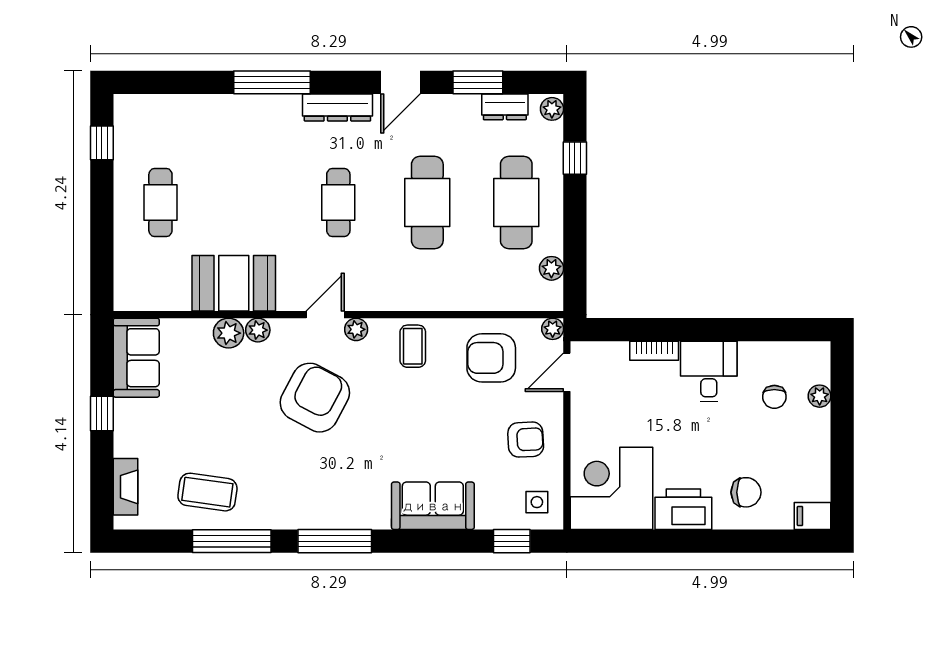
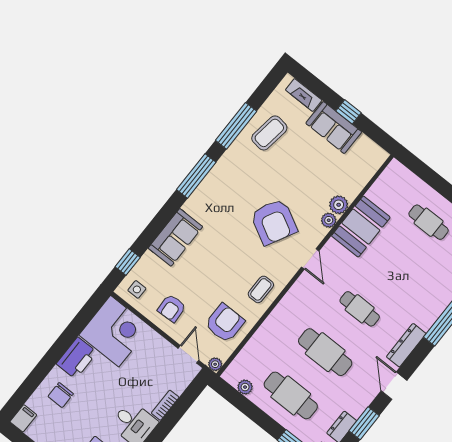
plant: (356, 329) -> (291, 268), removed
coffee table: (413, 346) -> (261, 289), turned 90
sofa: (136, 358) -> (334, 128), moved

